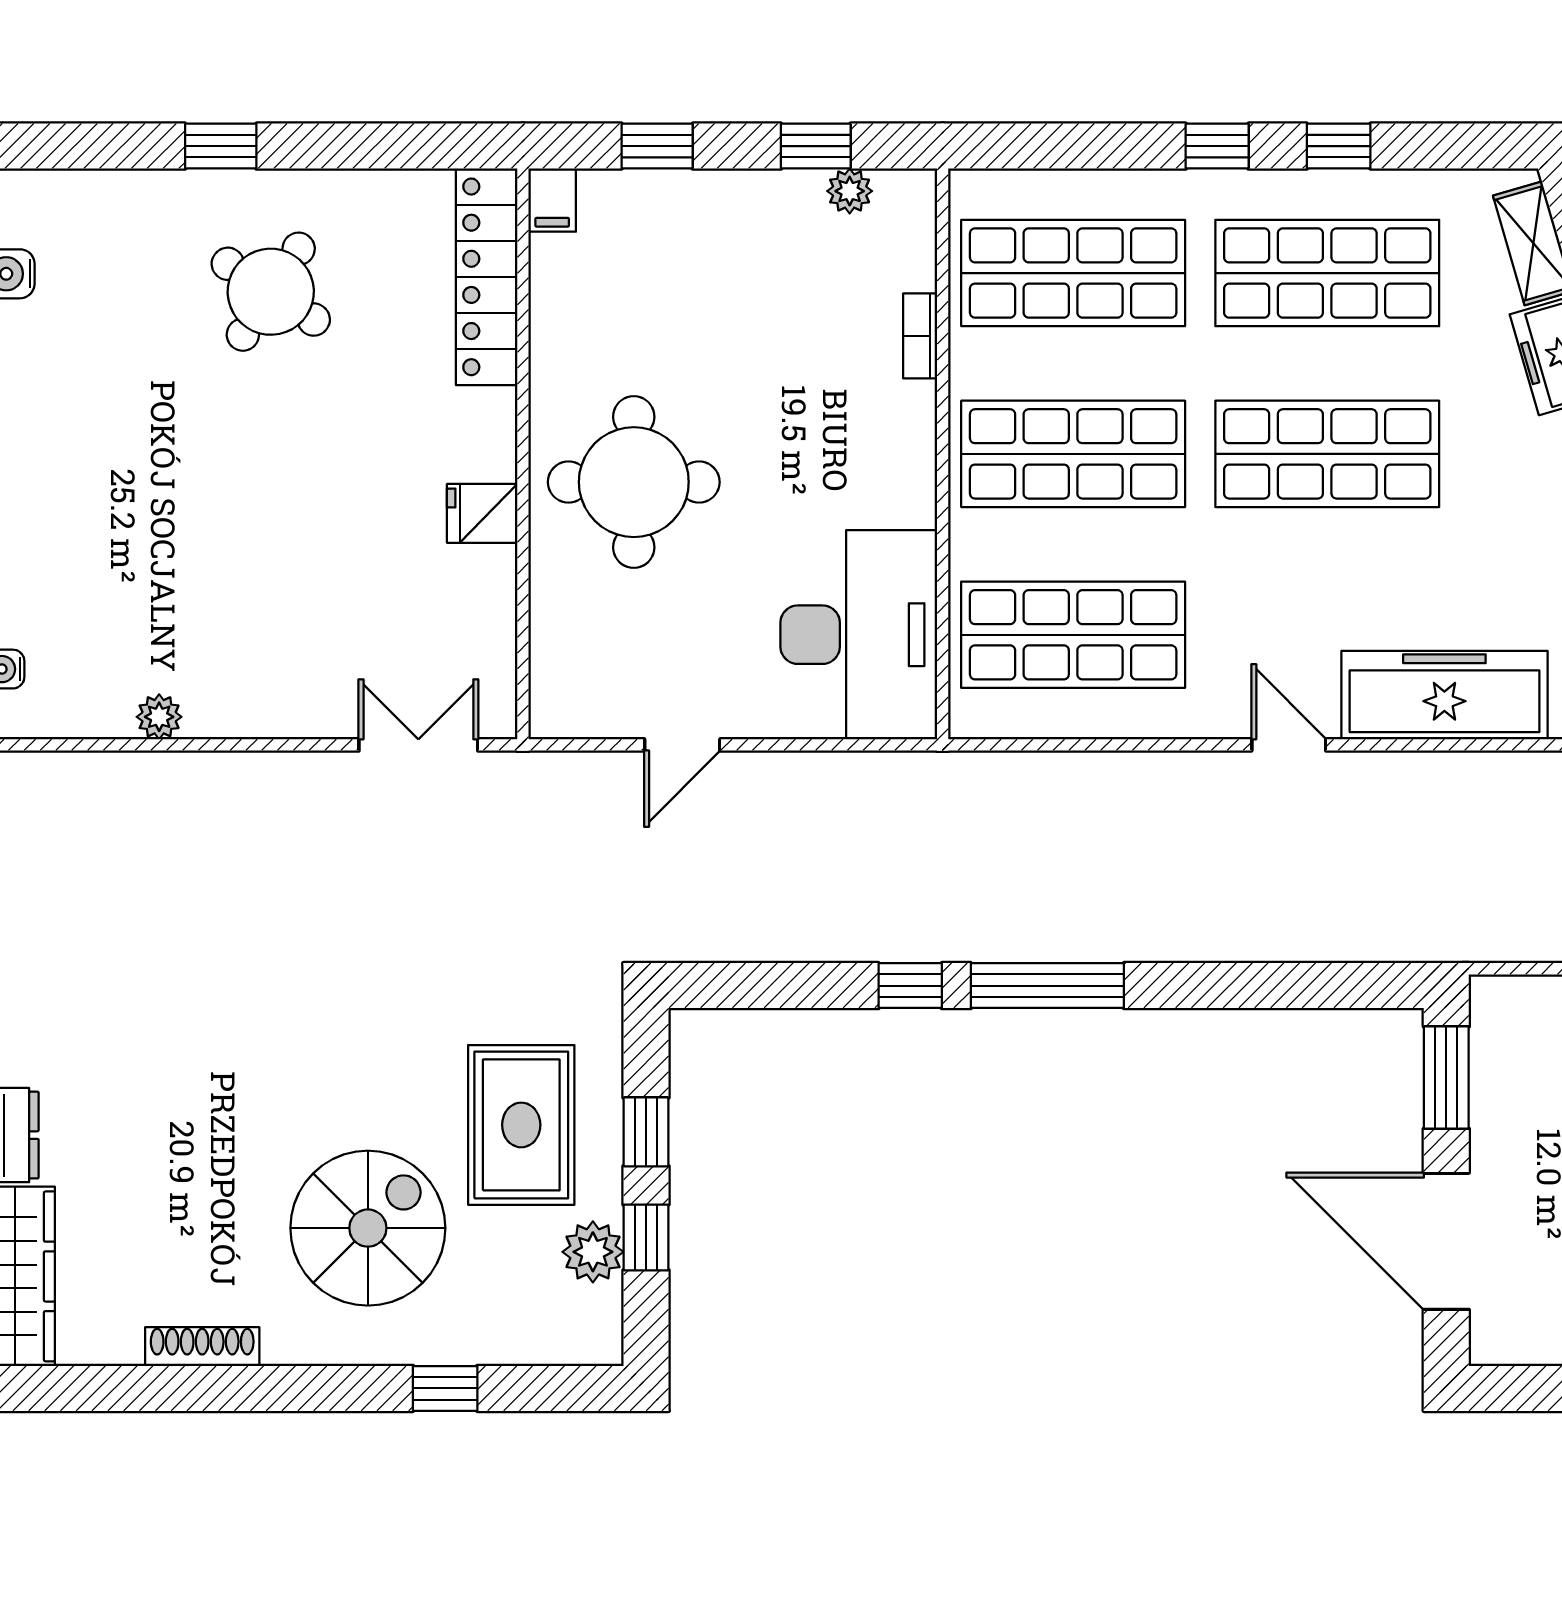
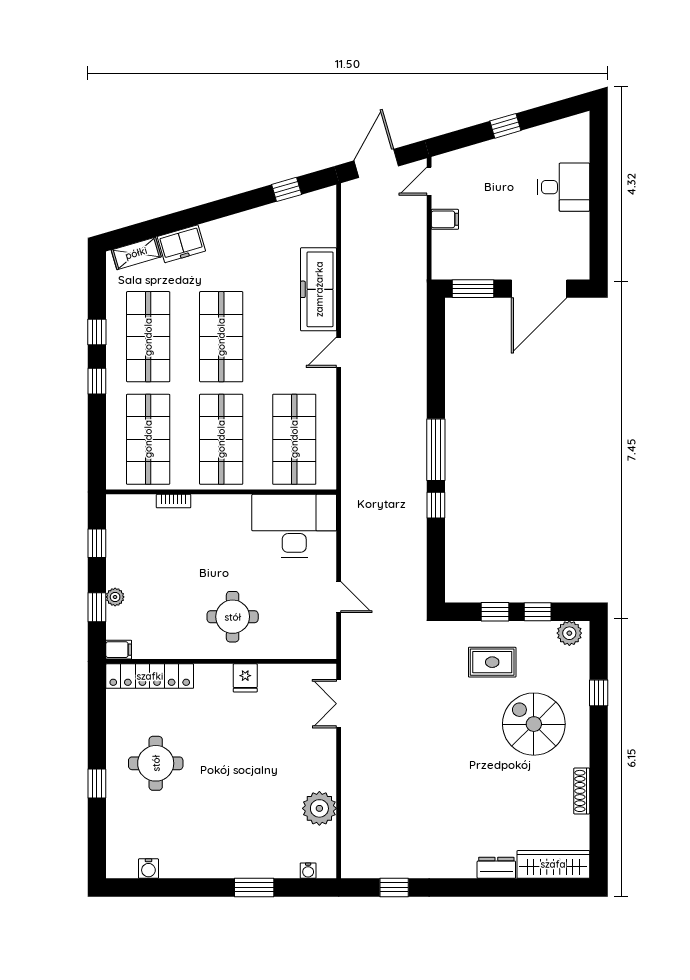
plant: (850, 191) -> (115, 597), moved
round table: (271, 292) -> (156, 763), turned -33
round table: (634, 482) -> (233, 617), width x0.73, depth x0.73
plant: (159, 717) -> (319, 808), width x1.88, depth x1.88
rug: (521, 1125) -> (492, 662), width x0.73, depth x0.70
plant: (593, 1252) -> (569, 633), moved

